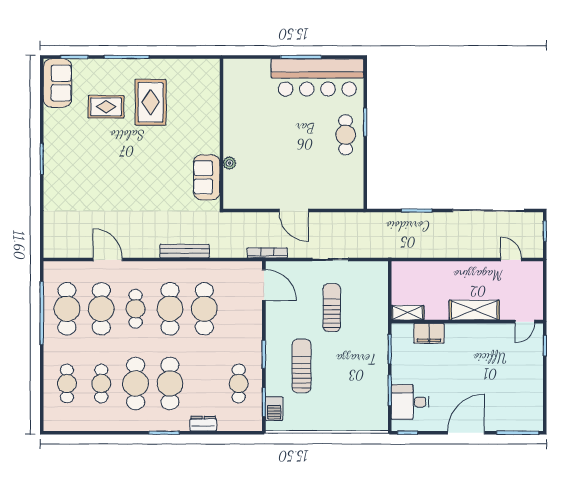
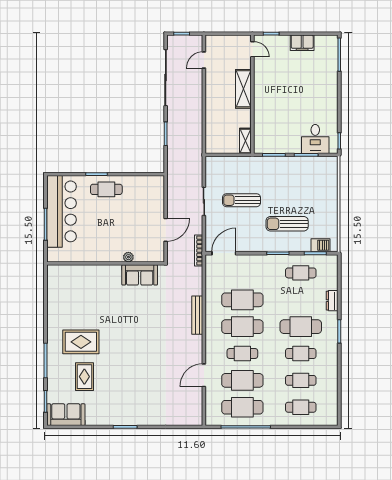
wall: (221, 134) -> (106, 263), moved
plant: (229, 163) -> (128, 257), moved
sofa: (207, 177) -> (140, 275), moved
filing cabinet: (429, 333) -> (302, 43), moved, turned 90
cafe table: (136, 383) -> (301, 354), width x0.73, depth x0.74
door: (466, 433) -> (339, 95), removed

